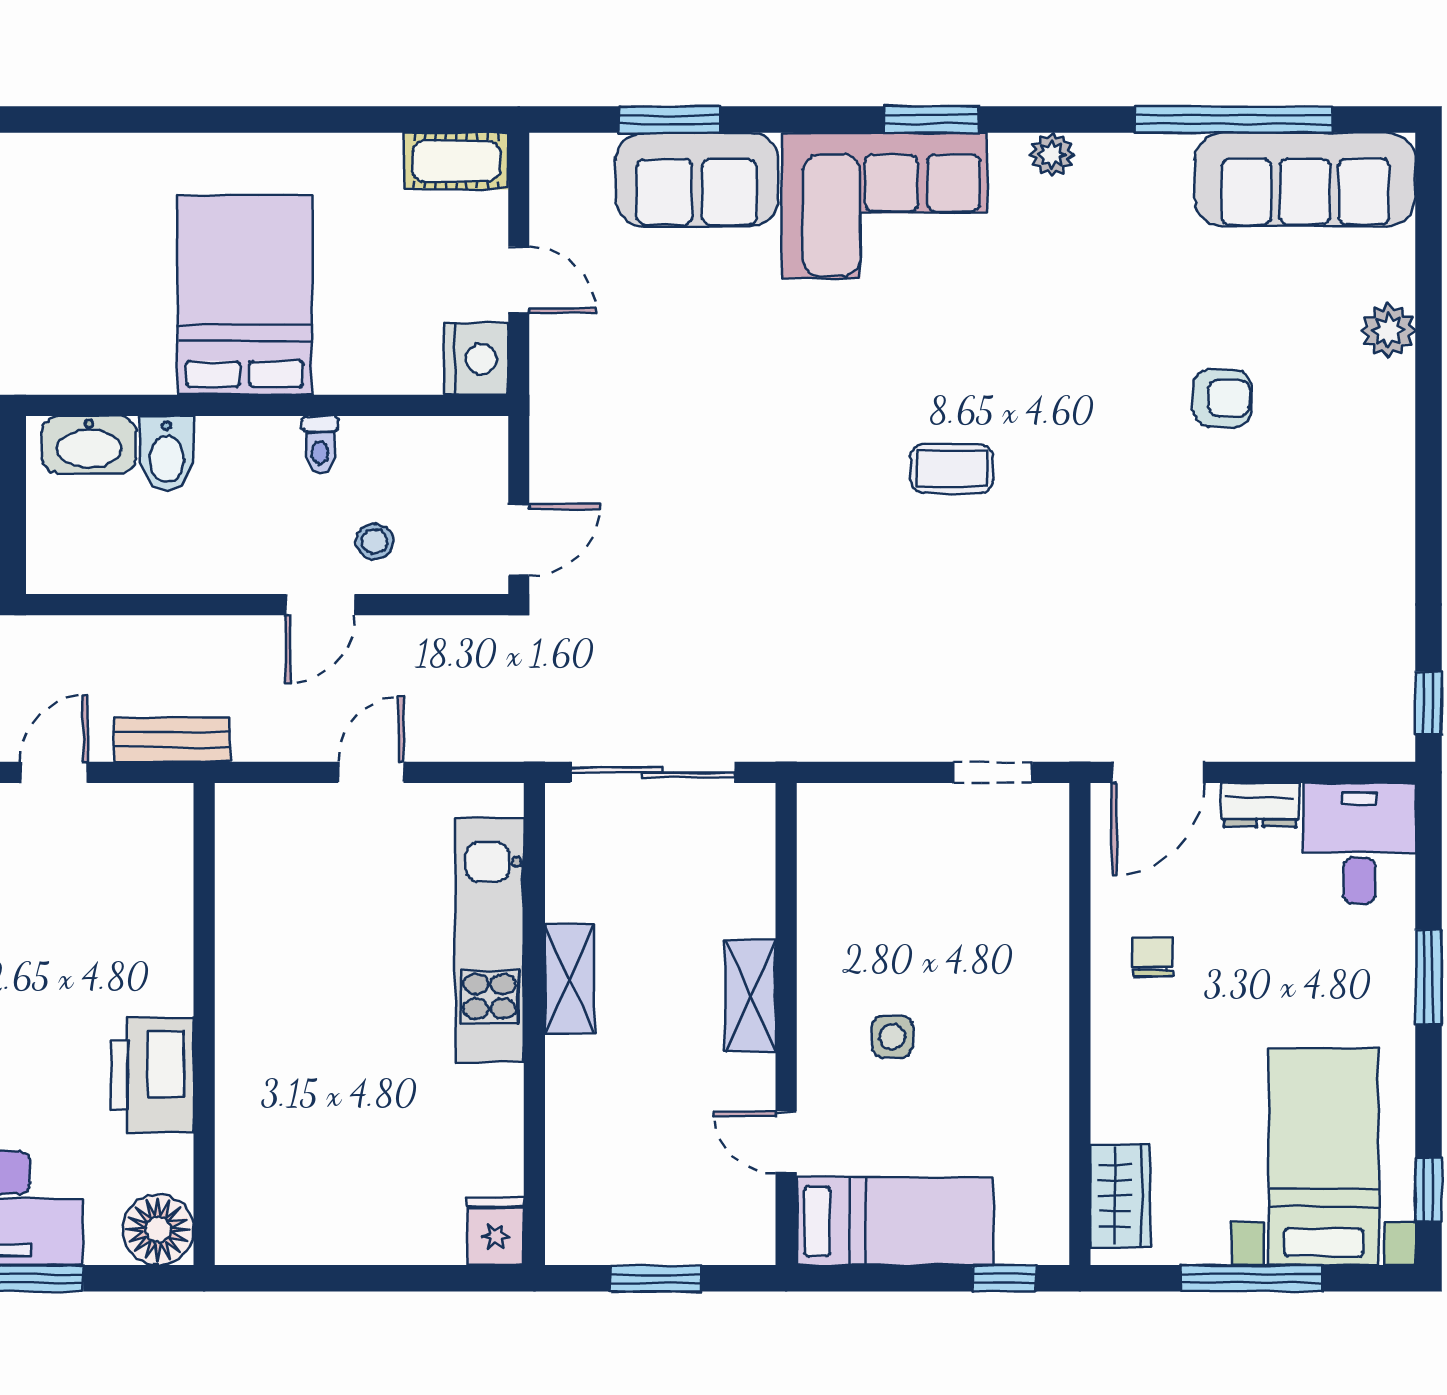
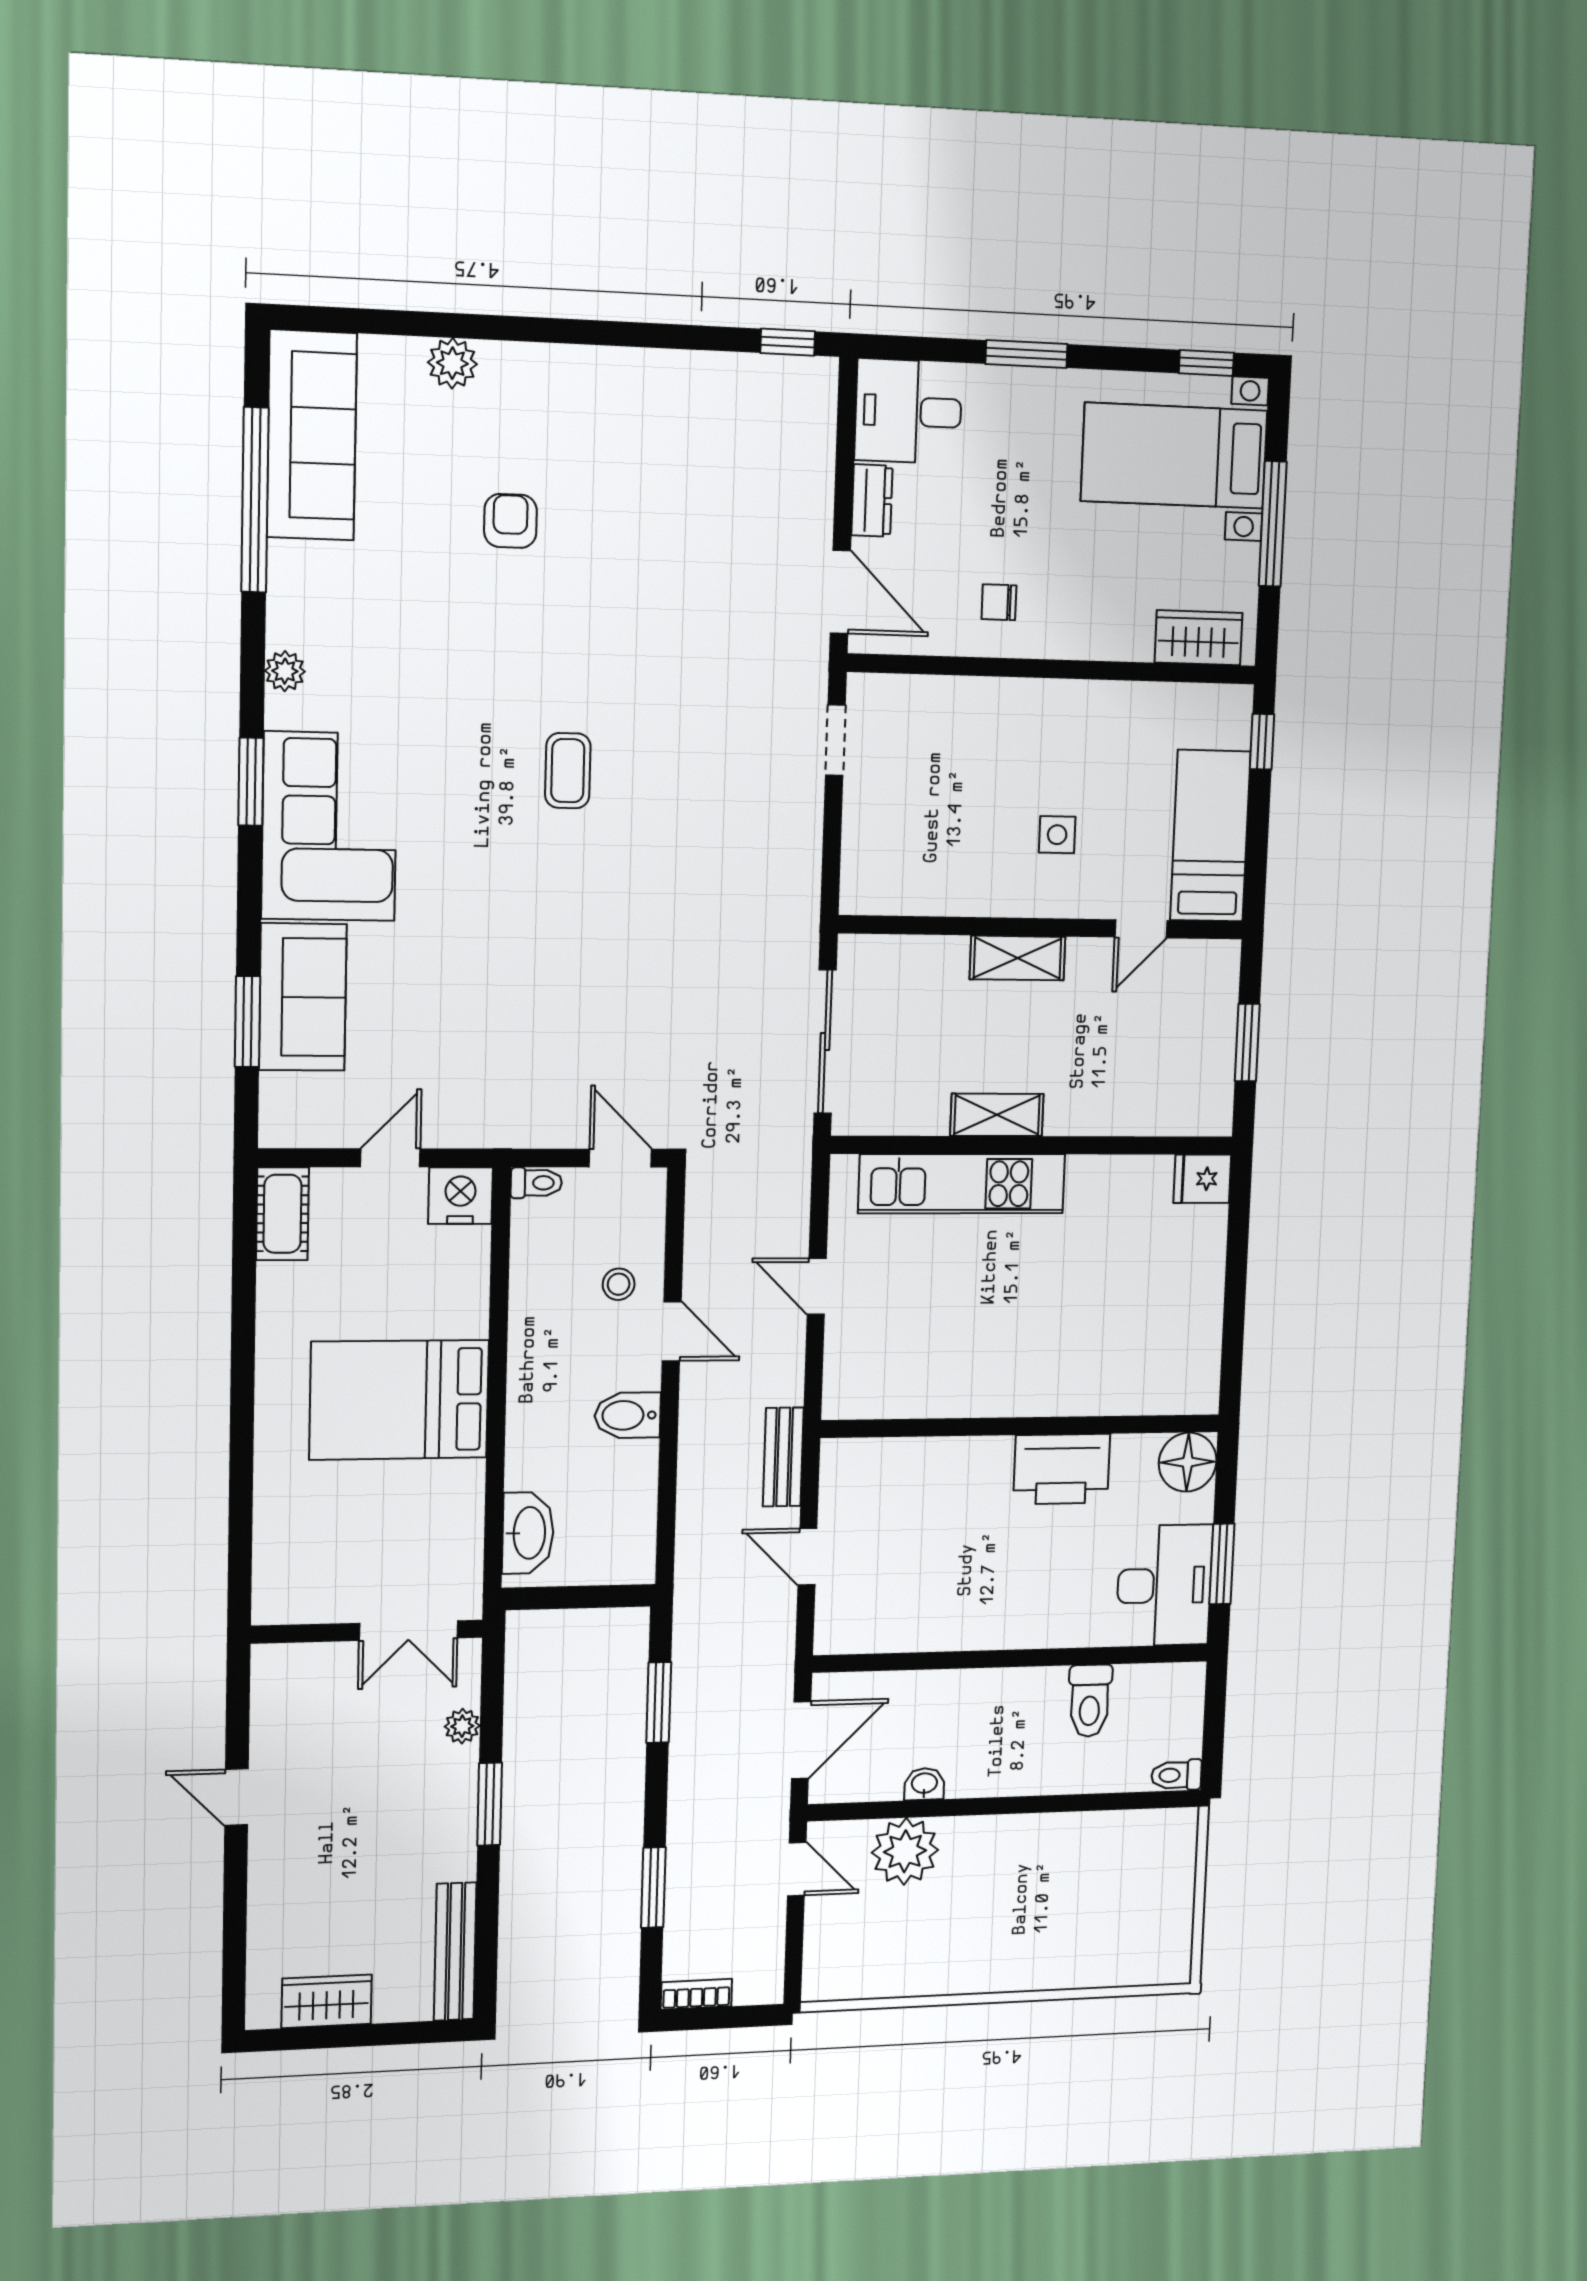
toilet: (320, 445) -> (536, 1183), moved
bidet: (167, 454) -> (628, 1415), moved, turned 180

